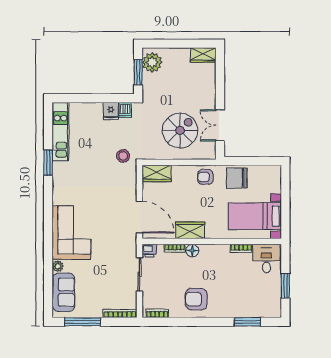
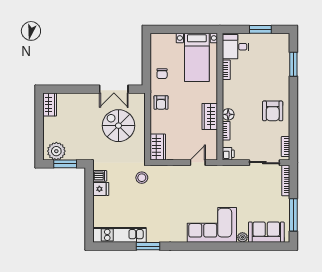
chair: (237, 178) -> (162, 74), width x0.54, depth x0.54
door: (139, 217) -> (198, 163), width x0.53
sliding door: (139, 274) -> (264, 163), moved

